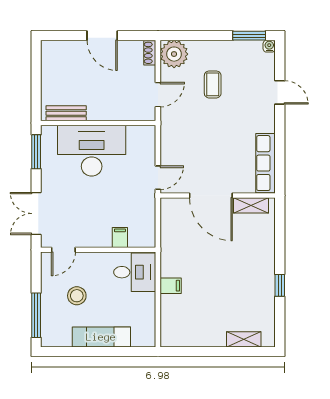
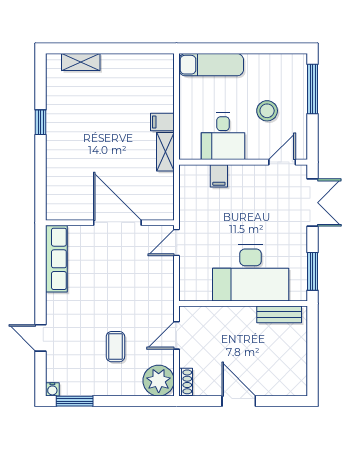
shelving: (251, 205) -> (165, 152), moved, turned 90
desk: (135, 272) -> (223, 136), moved, turned -90
exam couch: (101, 337) -> (211, 65), moved

